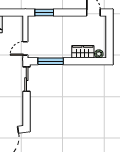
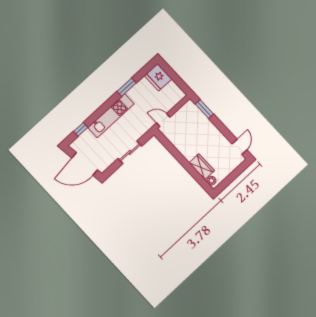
window: (51, 61) -> (171, 149), removed
sliding door: (26, 79) -> (130, 152), moved

